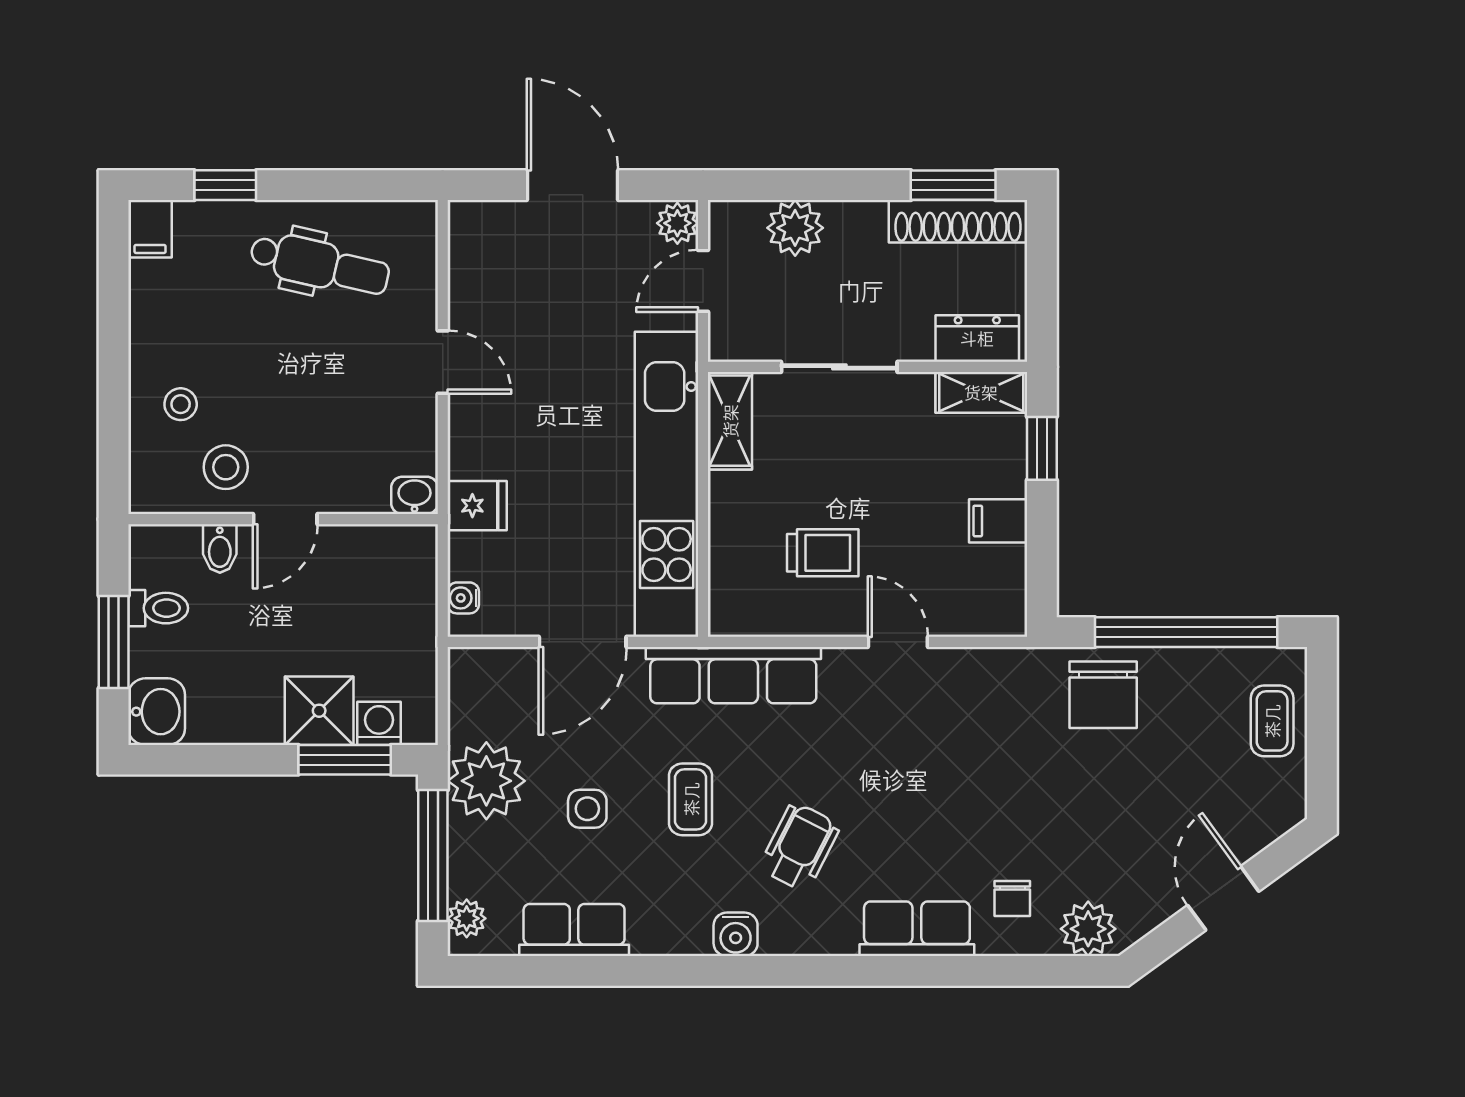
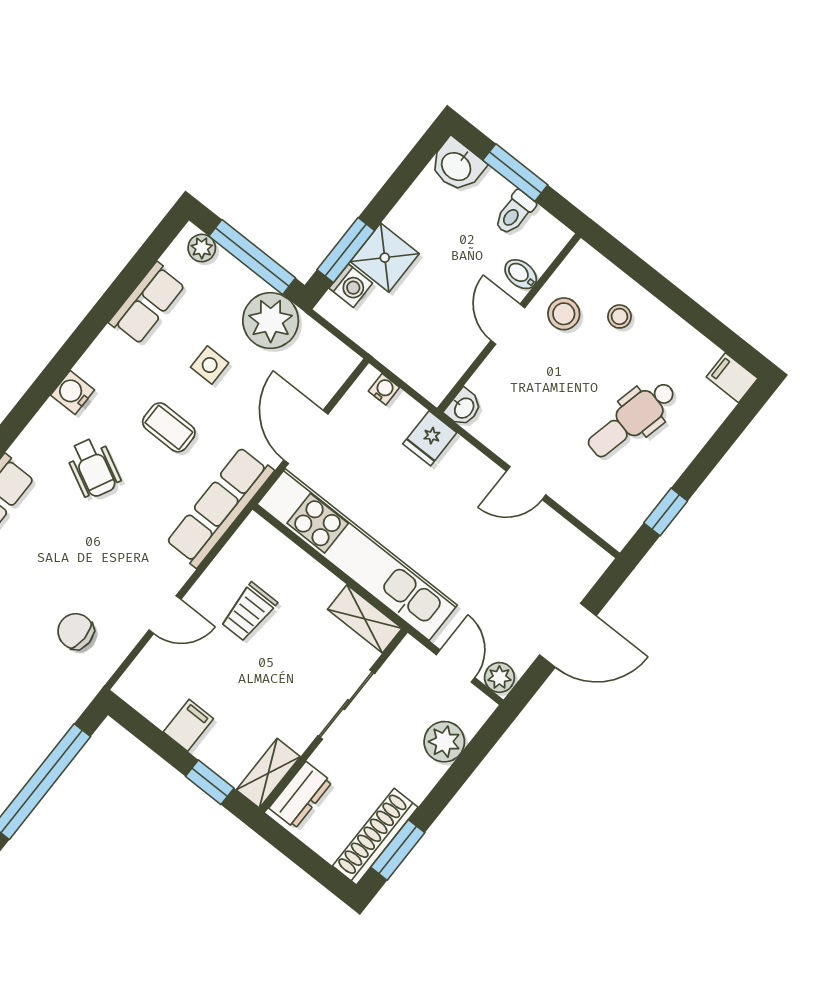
window: (225, 185) -> (666, 512), moved
dental chair: (320, 265) -> (632, 419), moved
chair: (1103, 695) -> (76, 631), moved, width x0.73, depth x0.73

